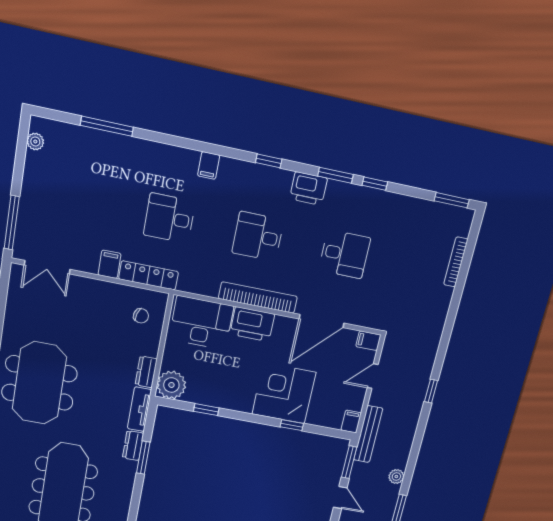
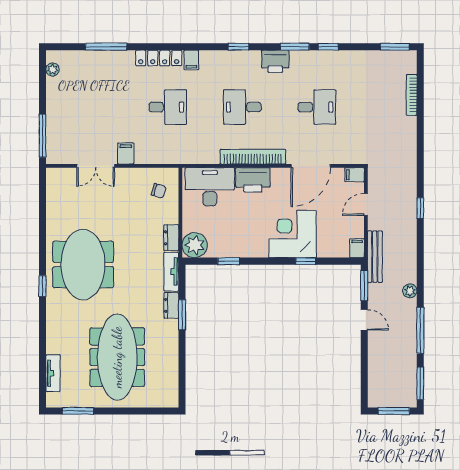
desk: (169, 218) -> (168, 107), turned 180
double door: (47, 267) -> (96, 166), moved
locker: (149, 275) -> (159, 58), moved, turned 180

